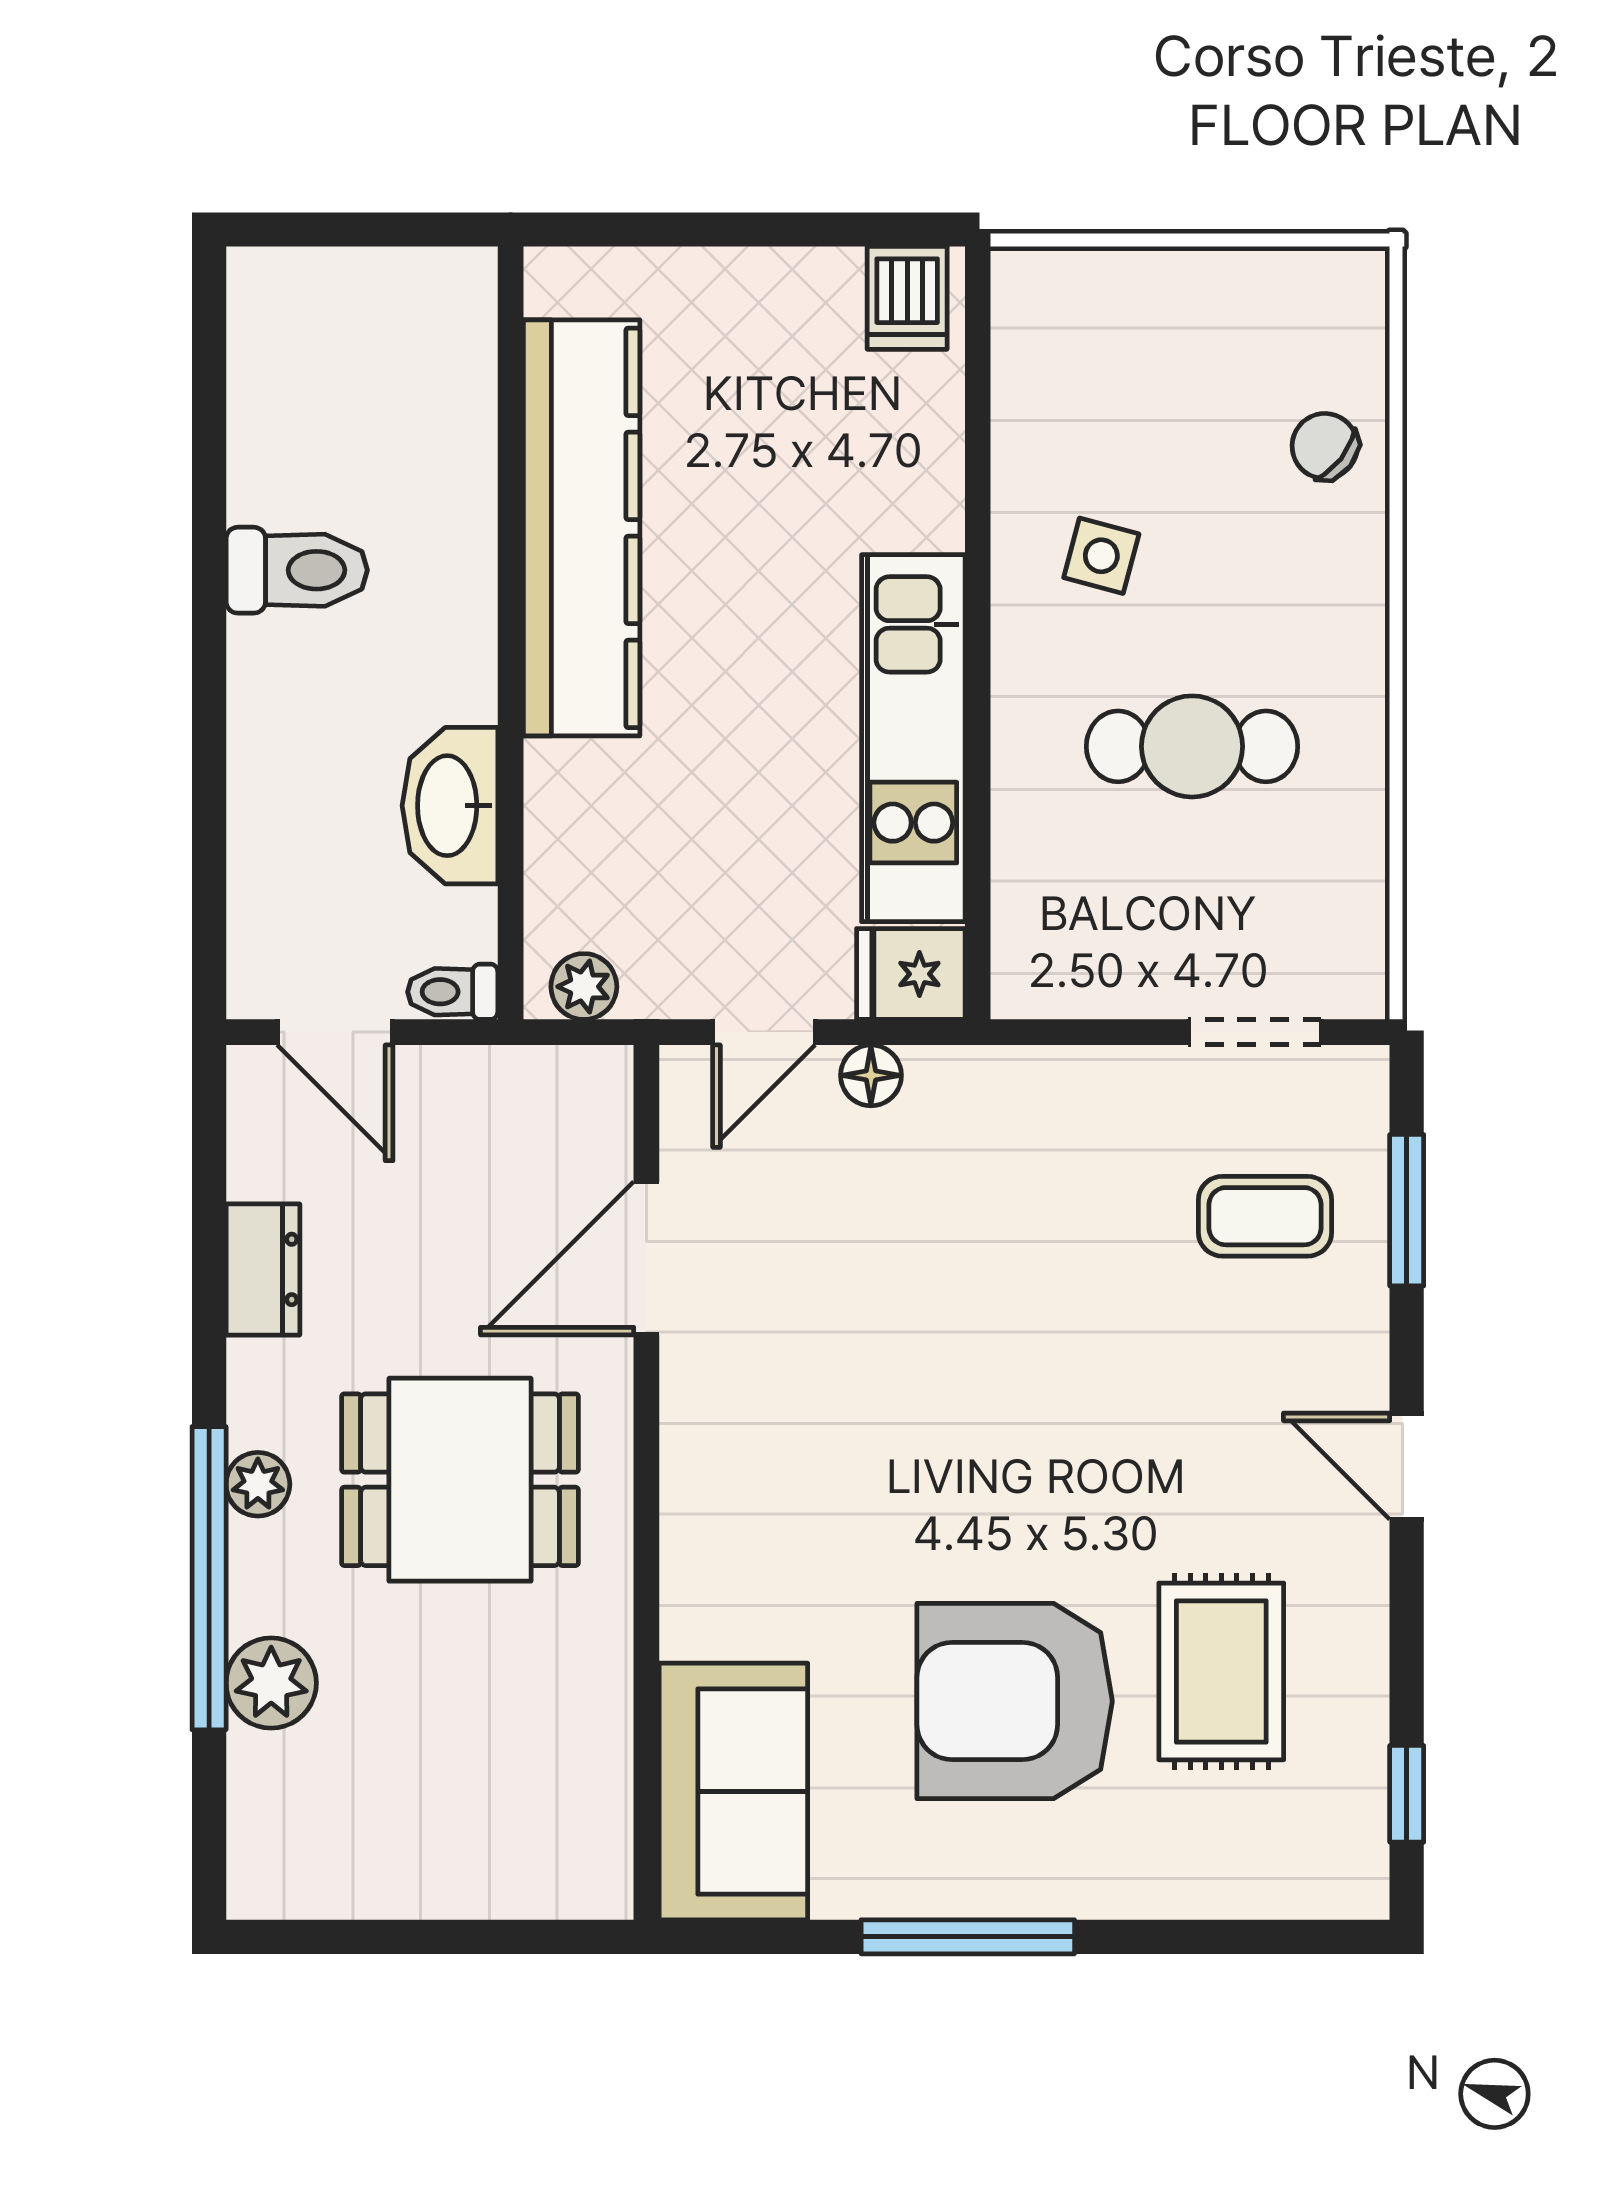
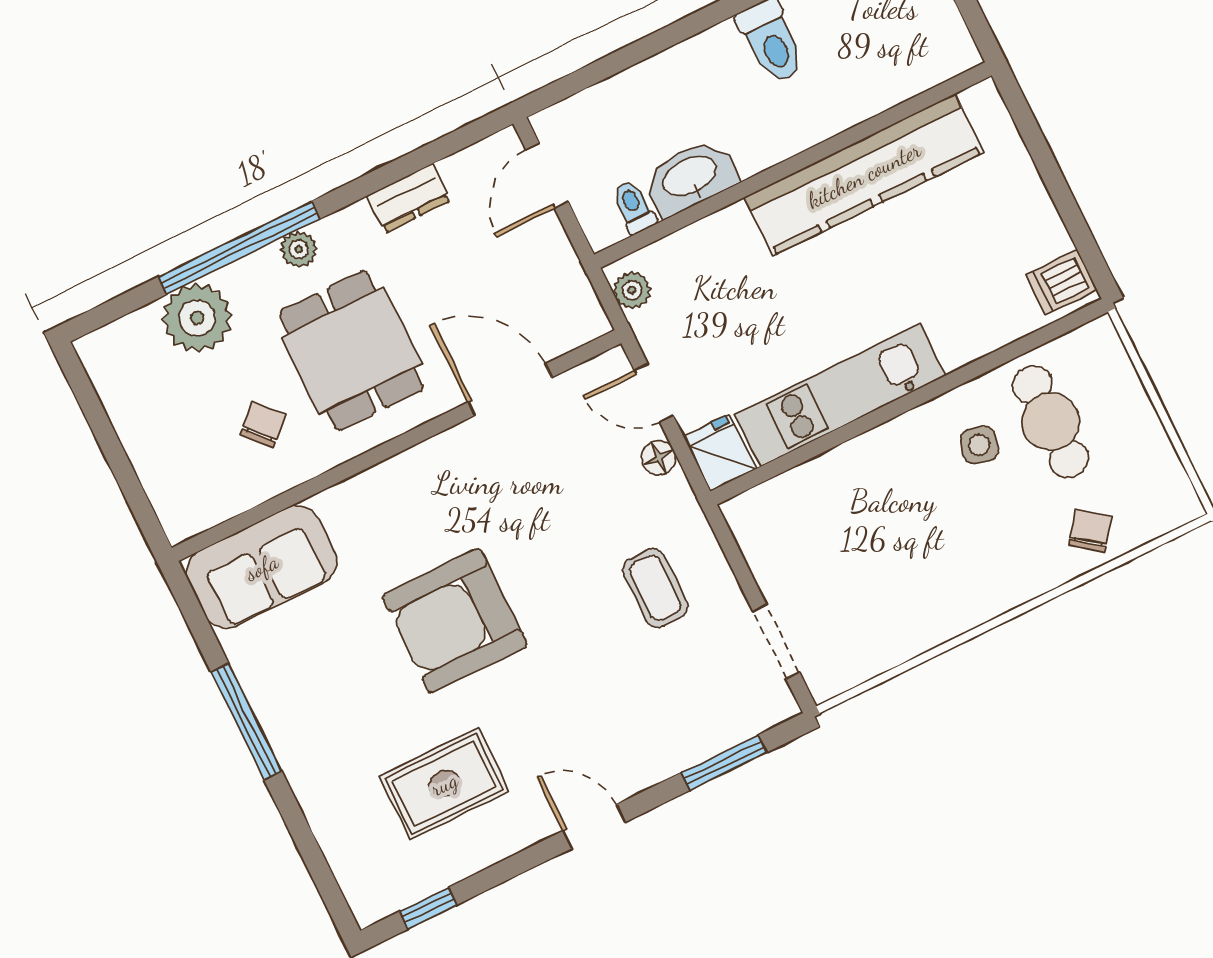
cafe table: (1192, 746) -> (1051, 422), moved
toilet: (453, 992) -> (634, 207), moved
coffee table: (1265, 1216) -> (655, 588), moved
door: (1407, 1466) -> (594, 827), hinge flipped
chair: (509, 1678) -> (263, 424), added
plant: (271, 1683) -> (197, 318), width x1.36, depth x1.36
armchair: (1015, 1701) -> (455, 621), moved, turned -90

